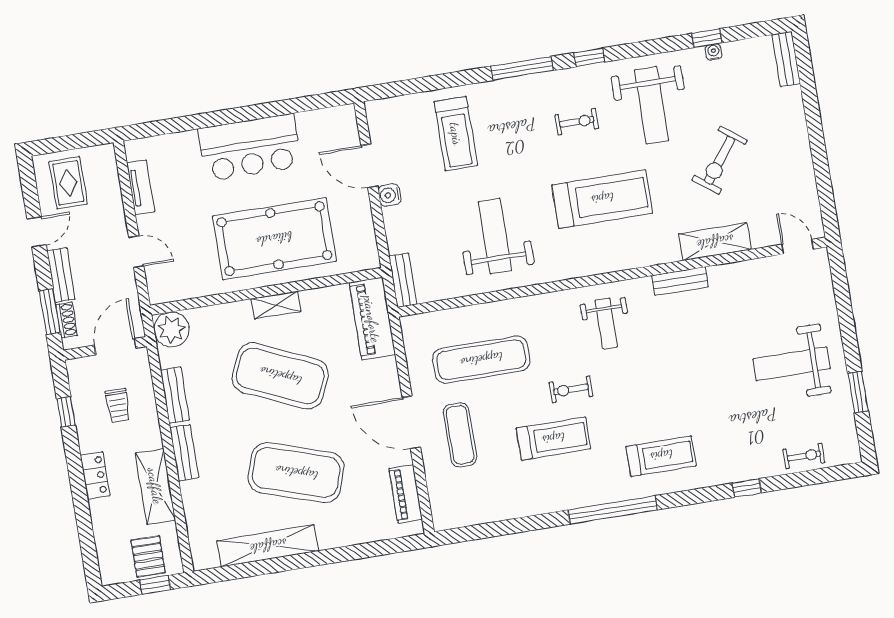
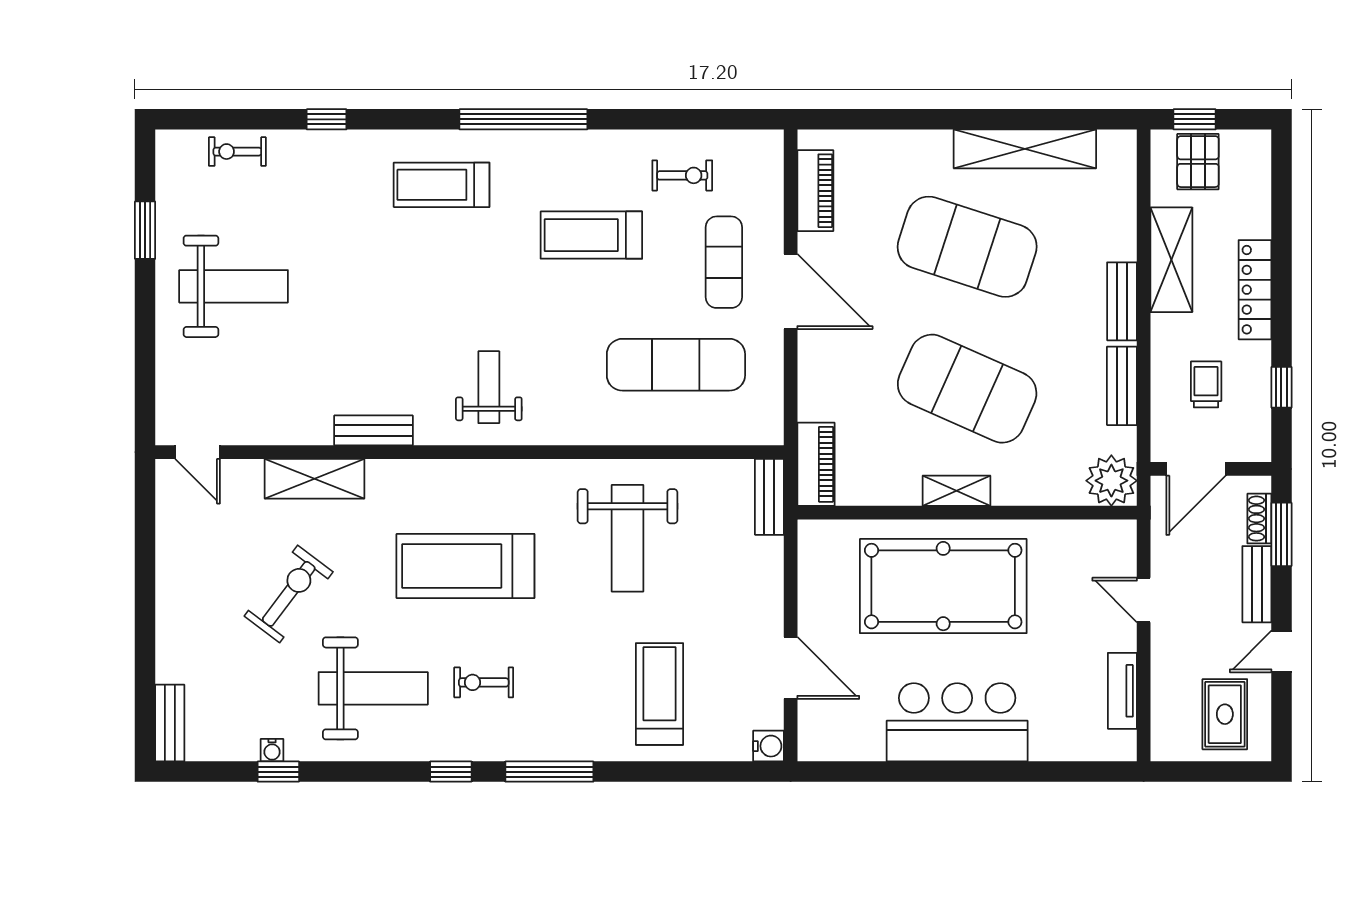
weight bench: (651, 105) -> (373, 688), turned 90
water cooler: (390, 195) -> (768, 746), moved
piano: (372, 319) -> (816, 464), width x0.73, depth x0.75
exercise bike: (571, 389) -> (682, 175), moved
locker: (95, 475) -> (1255, 290), width x1.53

